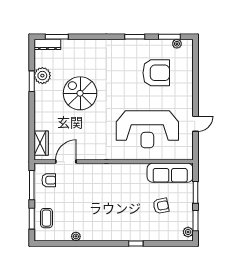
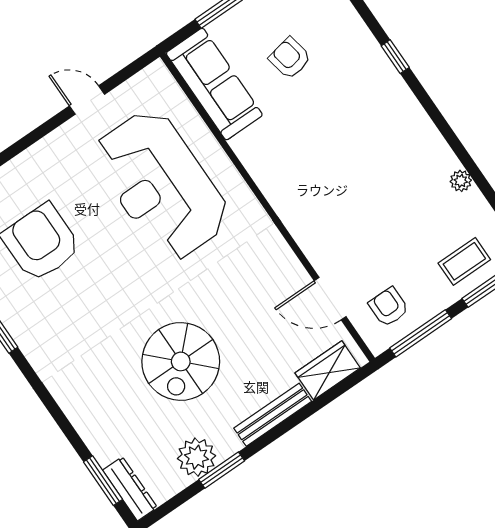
bench: (39, 113) -> (273, 415), added
reception desk: (147, 129) -> (161, 185), turned 180

